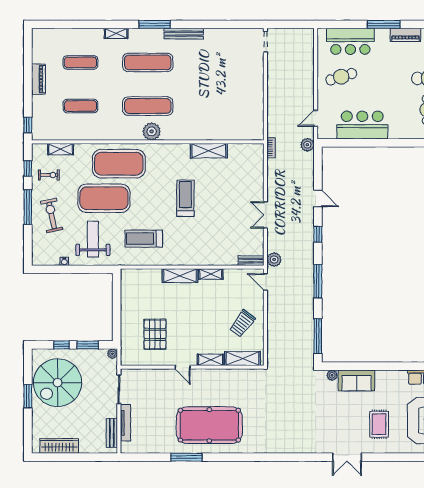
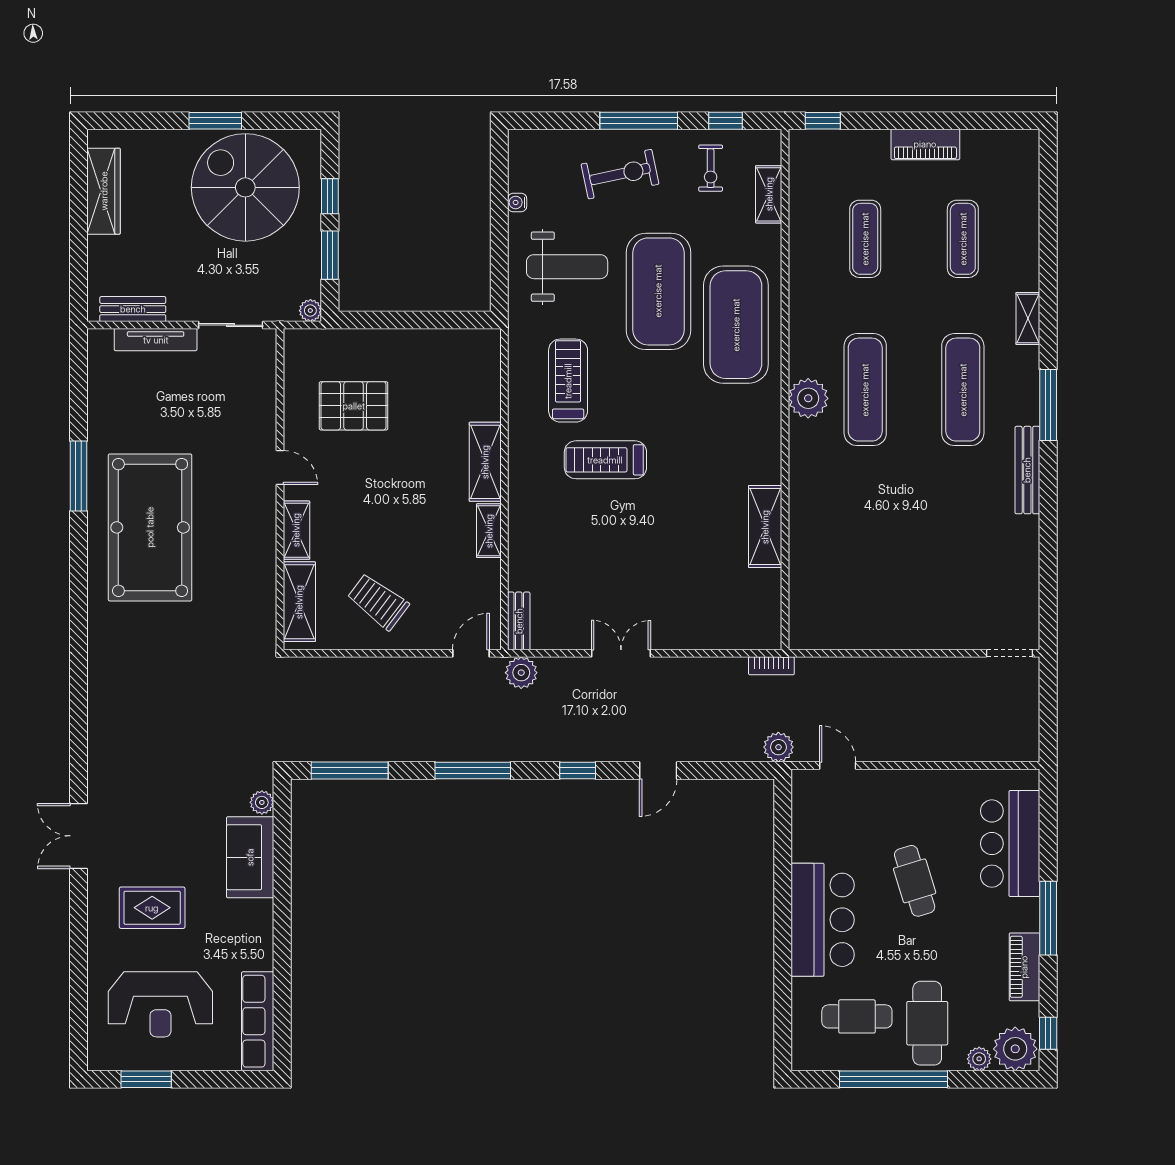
cafe table: (341, 77) -> (915, 881), moved
bar counter: (362, 125) -> (823, 920), moved
treadmill: (185, 198) -> (605, 460), moved, turned 180
door: (183, 367) -> (280, 468), swing flipped

